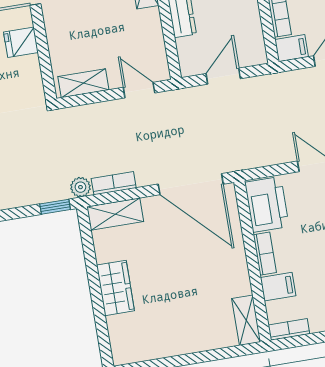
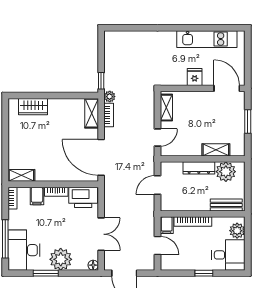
door: (223, 76) -> (158, 185), swing flipped
door: (191, 184) -> (101, 157), hinge flipped
wardrobe: (115, 288) -> (33, 107), moved

